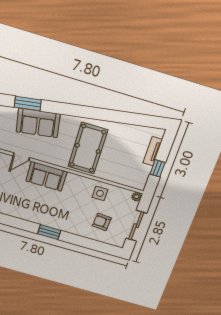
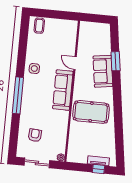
window: (157, 168) -> (99, 169), moved
sofa: (46, 176) -> (63, 90), width x1.36
side table: (100, 193) -> (34, 69), moved
window: (49, 232) -> (18, 95), width x2.11

